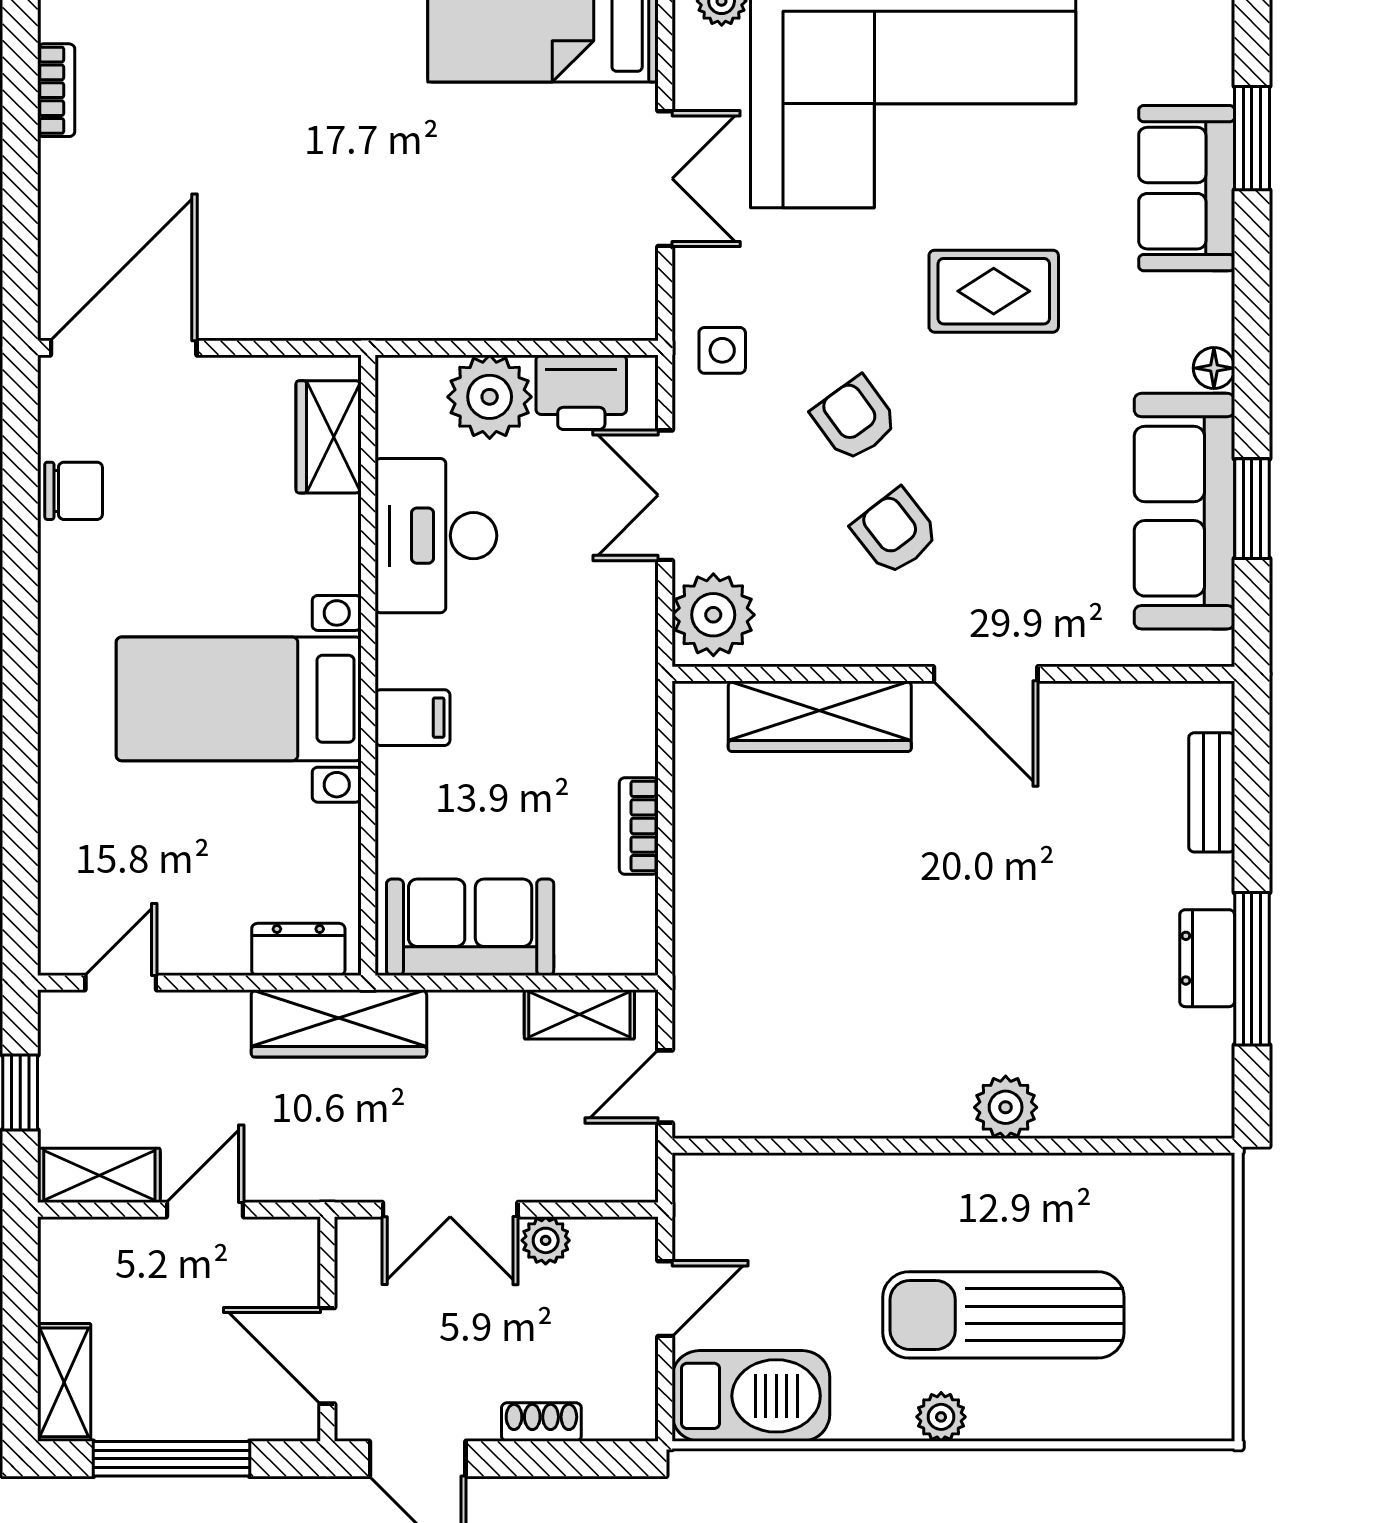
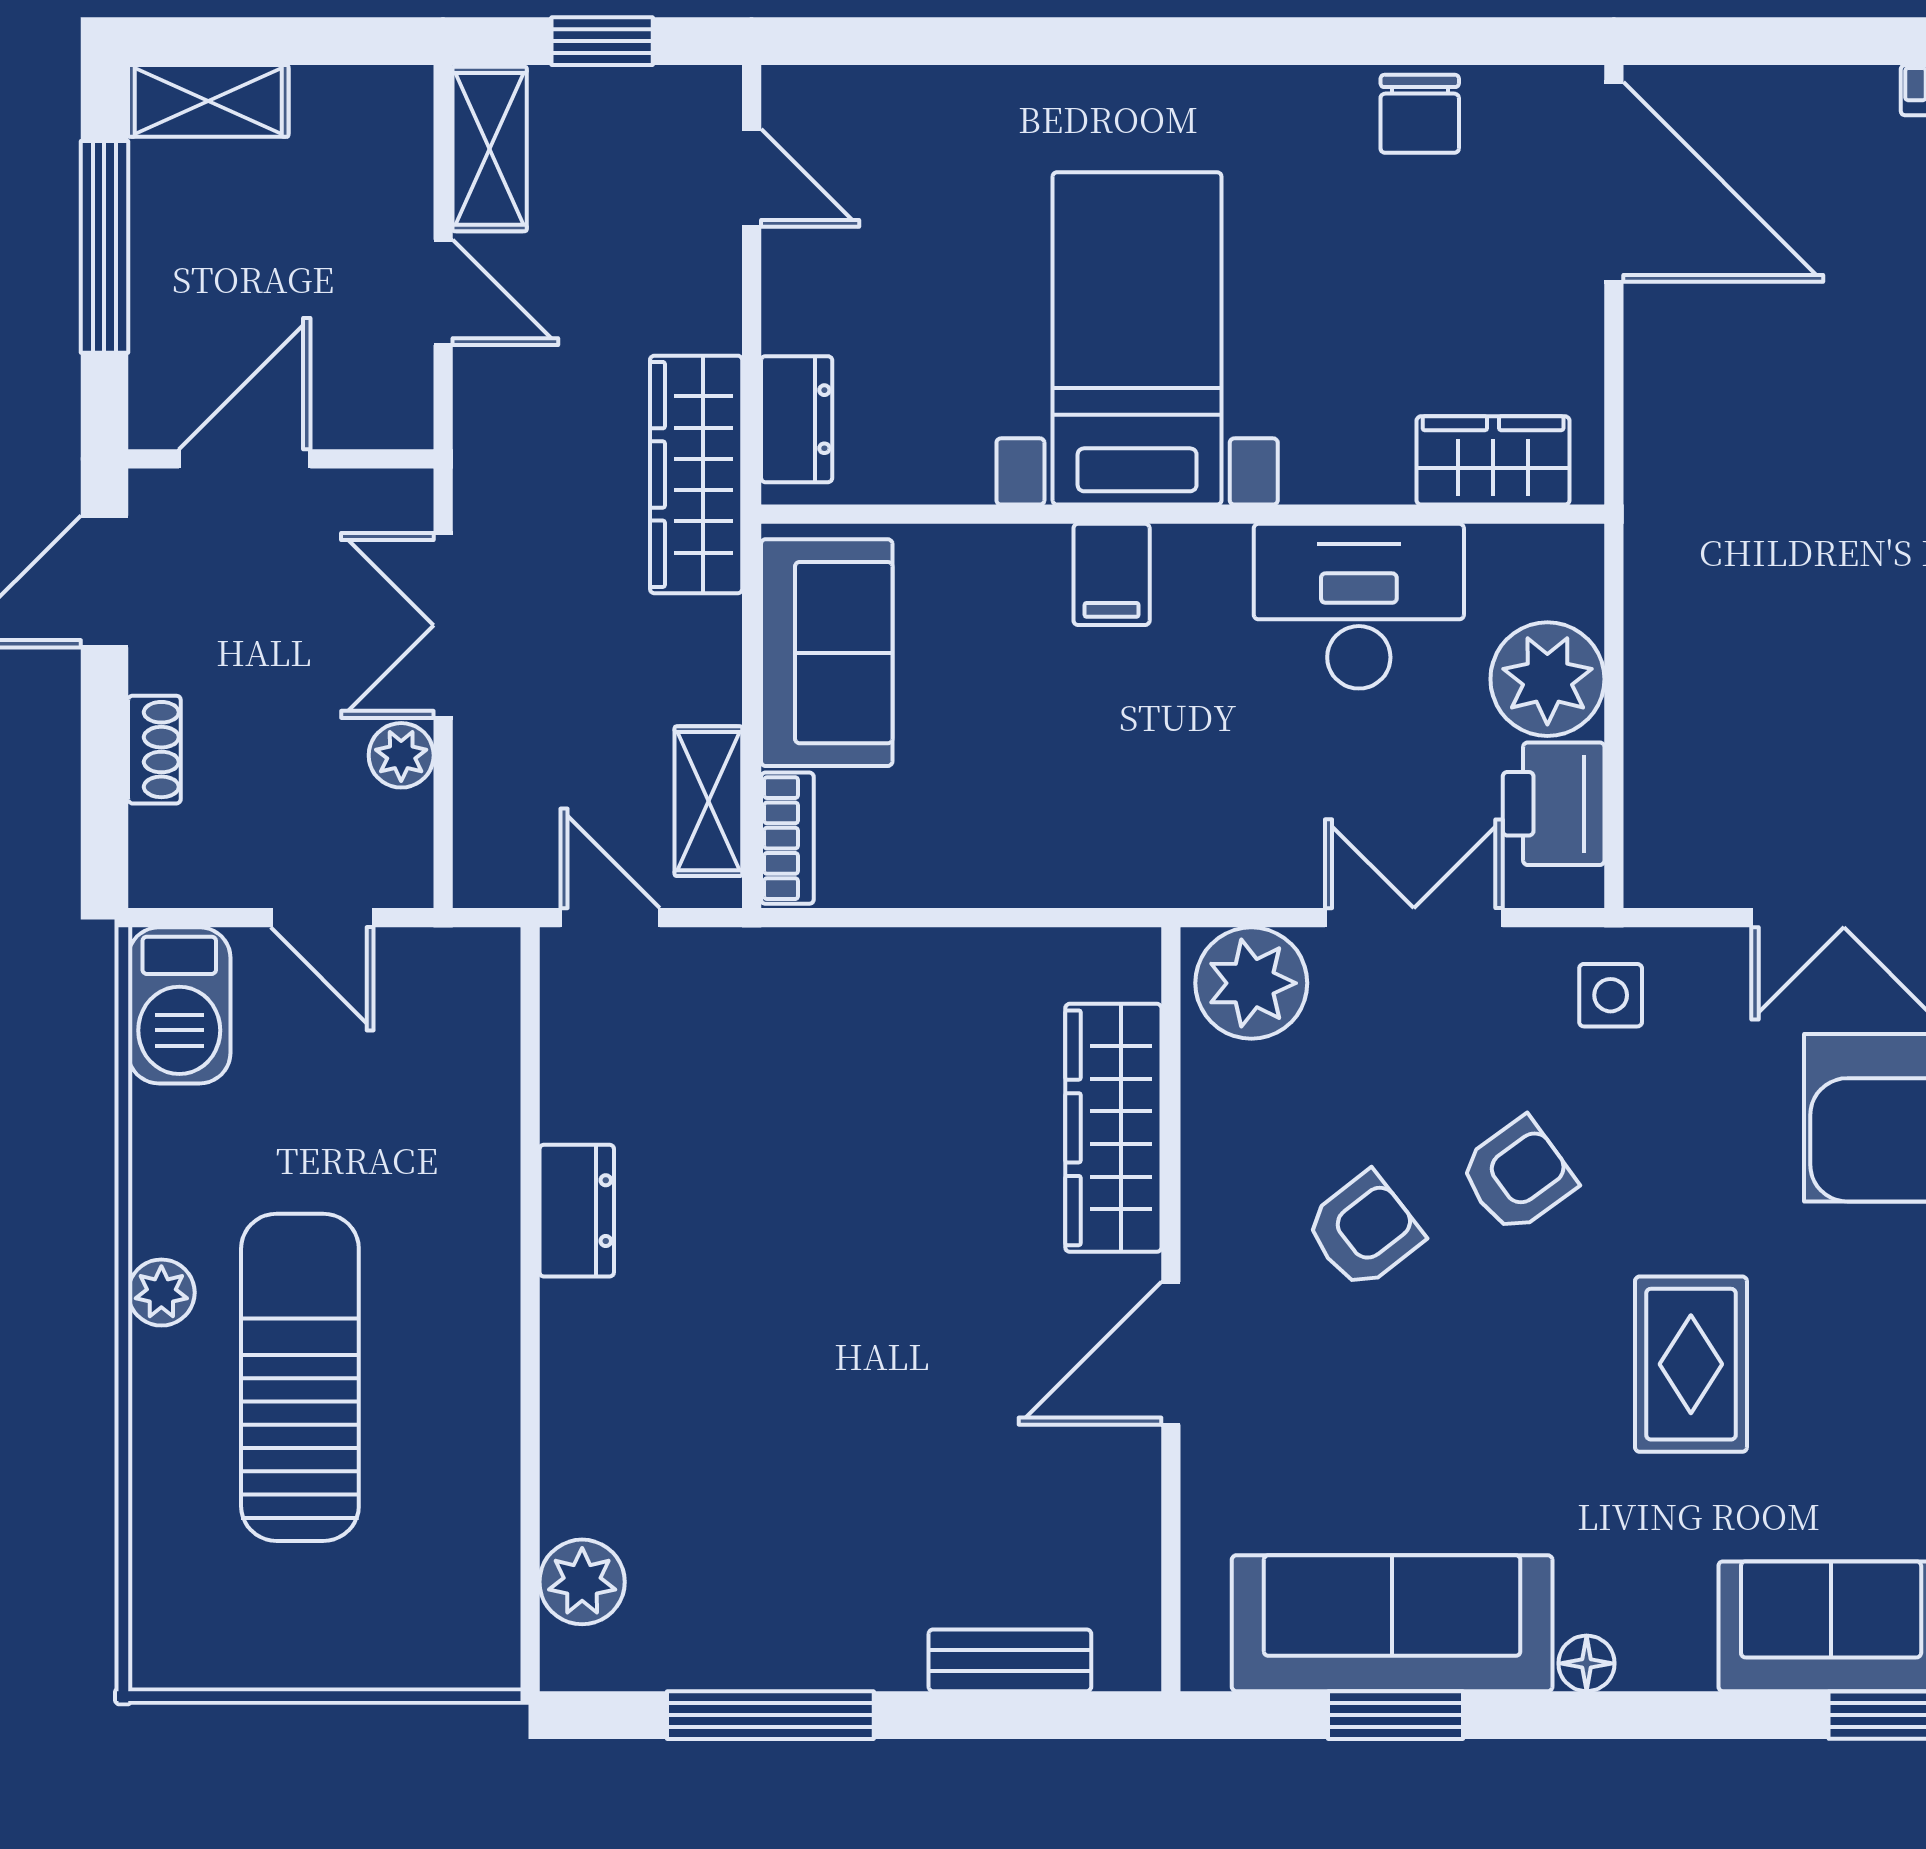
bookcase: (639, 826) -> (787, 838), moved, turned 90
dresser: (1207, 958) -> (577, 1211), moved, turned 90
plant: (1006, 1107) -> (582, 1582), moved
barbecue: (751, 1396) -> (179, 1005), width x0.73, depth x0.83

